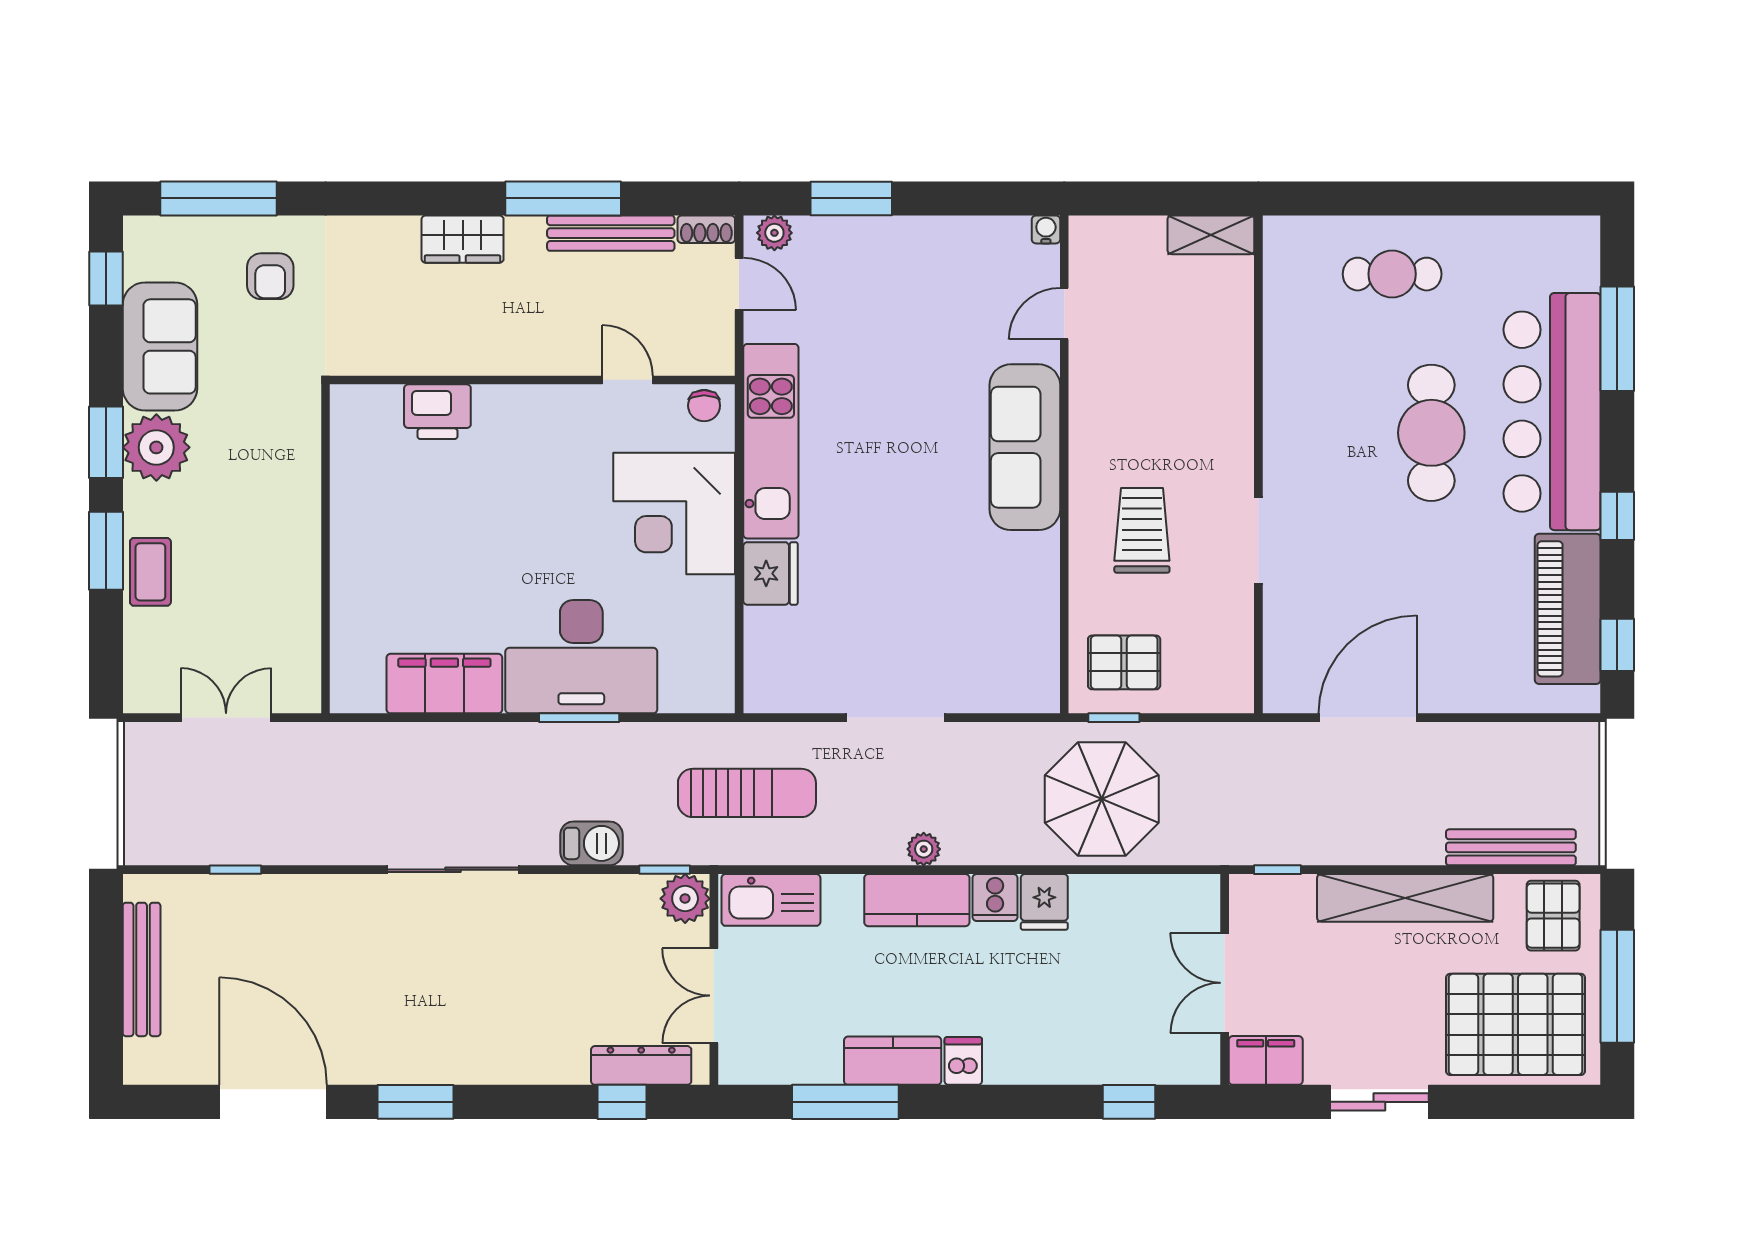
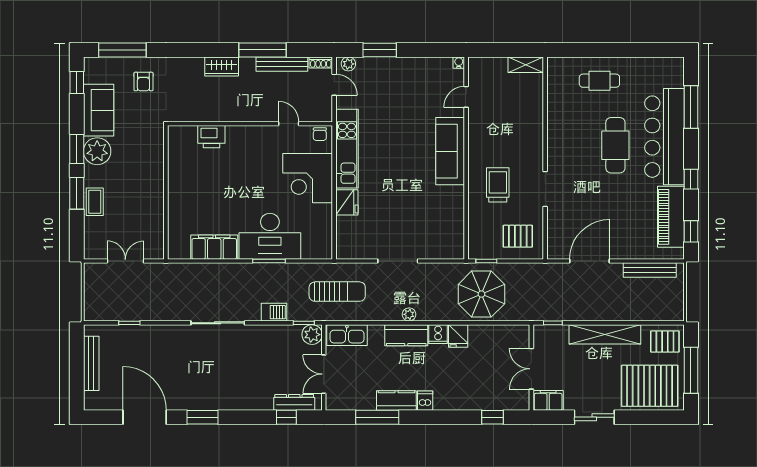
pallet: (1124, 662) -> (518, 236), moved
bench: (1511, 847) -> (650, 270), moved
pallet: (1553, 916) -> (665, 341), turned 90

